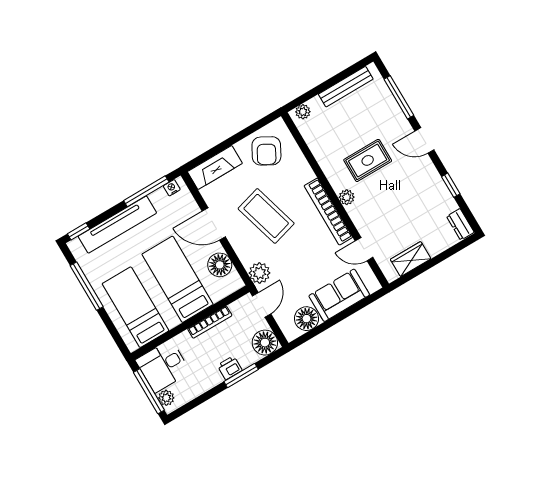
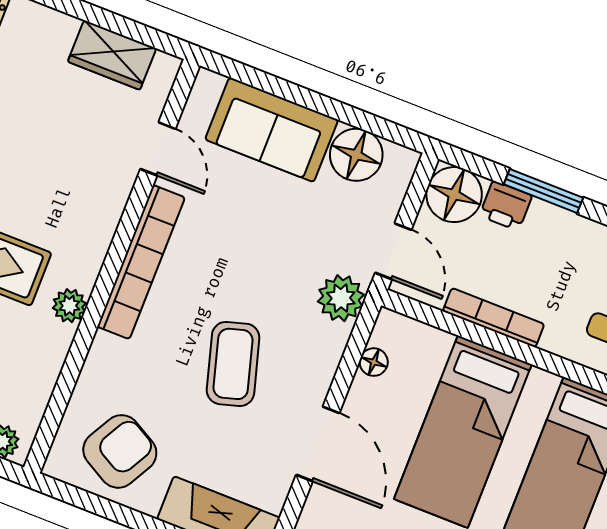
plant: (347, 197) -> (69, 306), moved
coffee table: (266, 216) -> (233, 364), width x0.73, depth x0.76
floor lamp: (220, 265) -> (374, 362), width x0.53, depth x0.53
door: (262, 305) -> (393, 251), swing flipped
printer: (230, 368) -> (506, 206), moved

